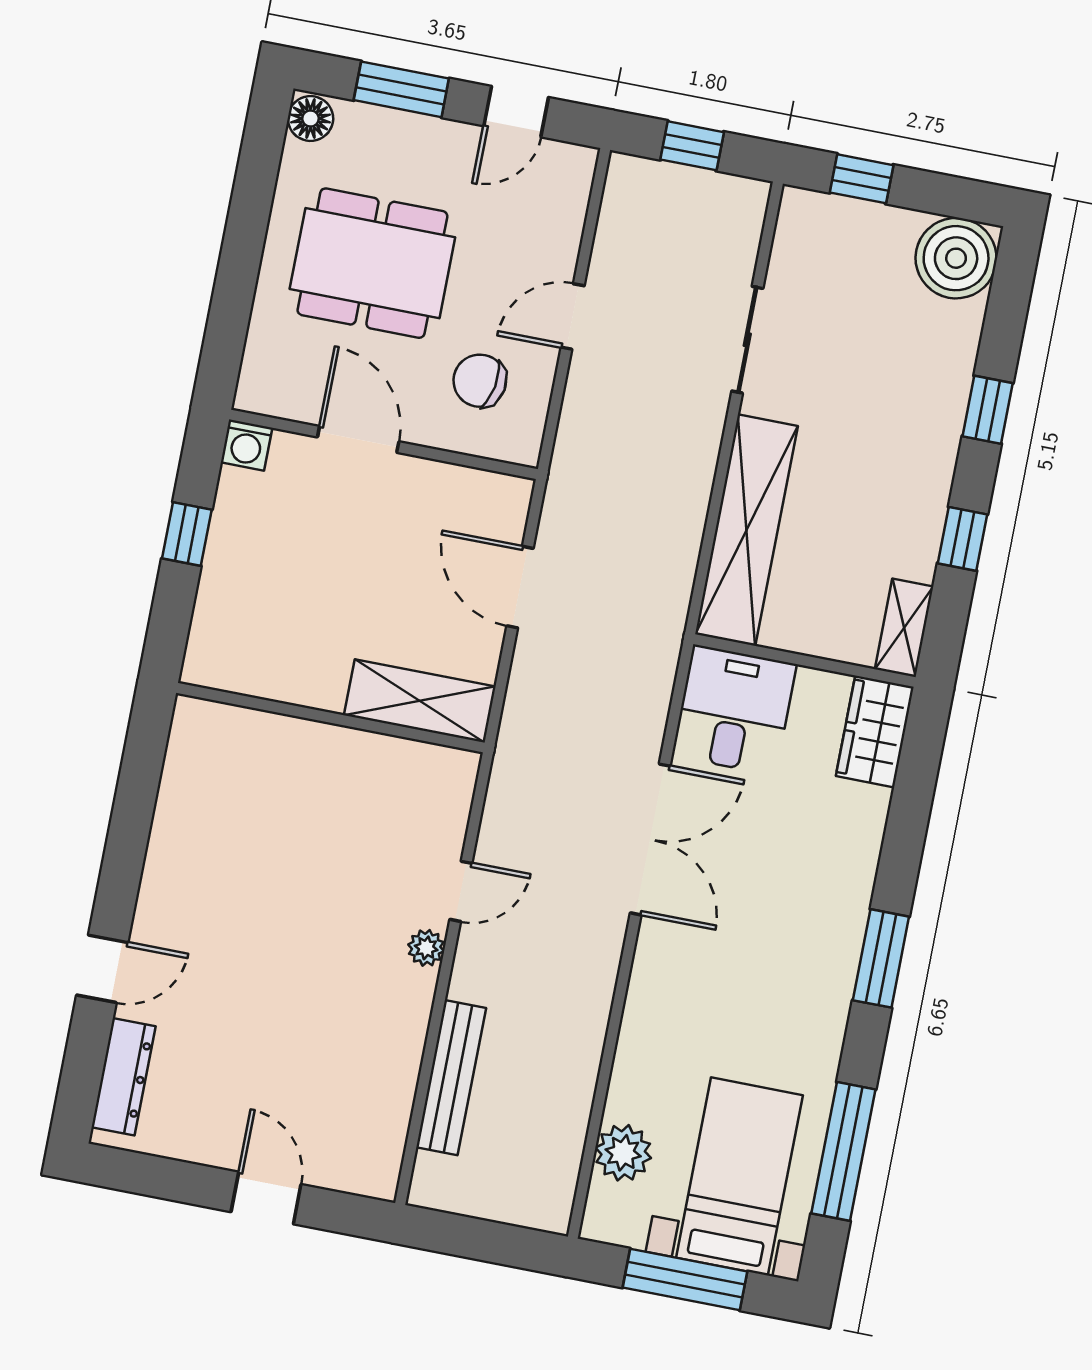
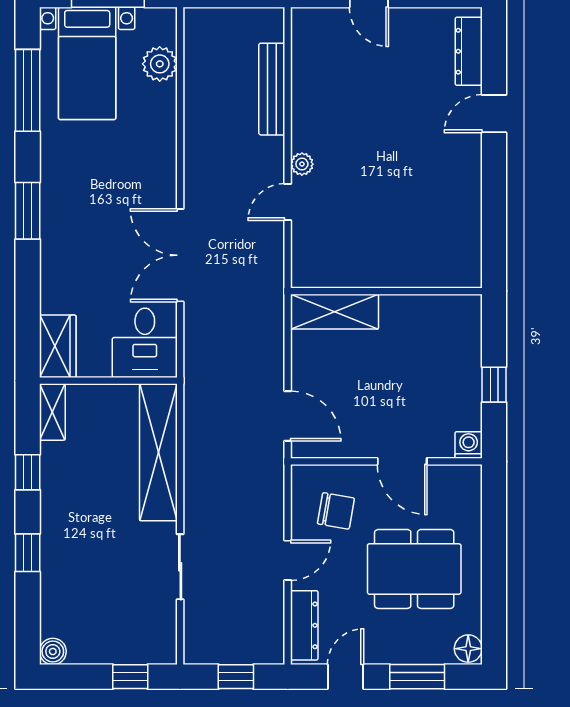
dresser: (566, 207) -> (304, 625), added
boiler: (956, 258) -> (53, 651), width x0.54, depth x0.54
door: (520, 587) -> (288, 416), moved

